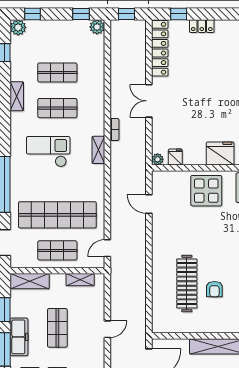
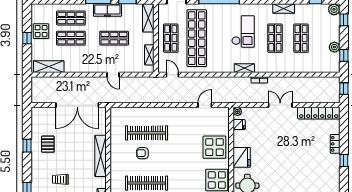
window: (179, 14) -> (344, 160), moved
plant: (97, 27) -> (334, 47), moved

